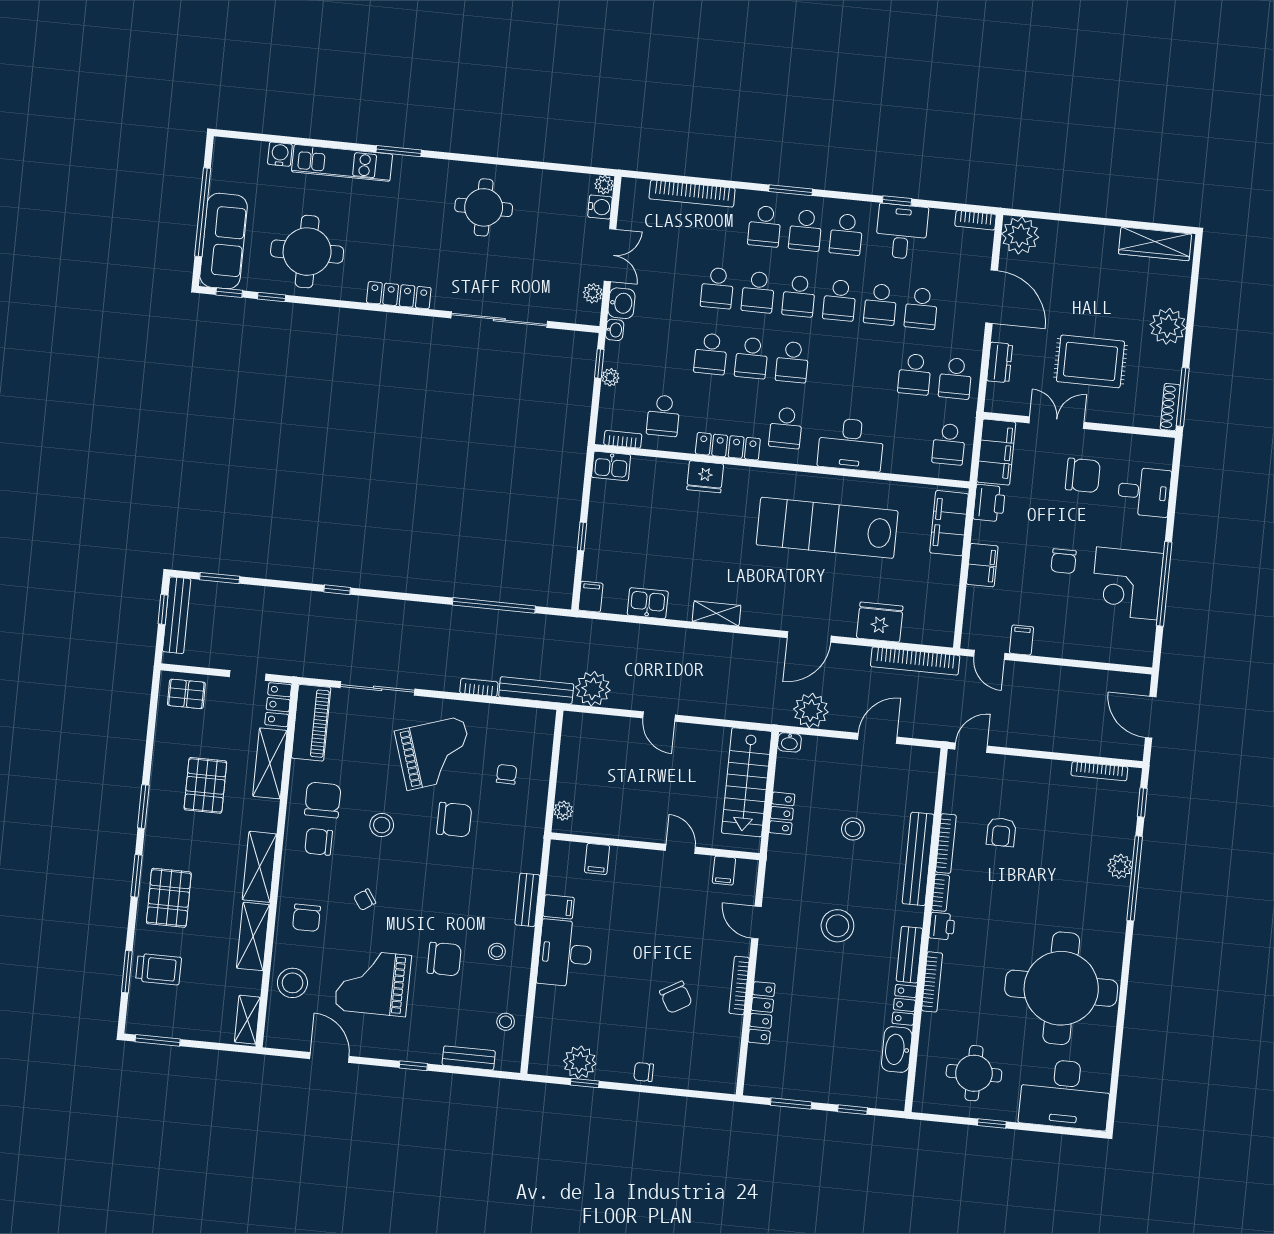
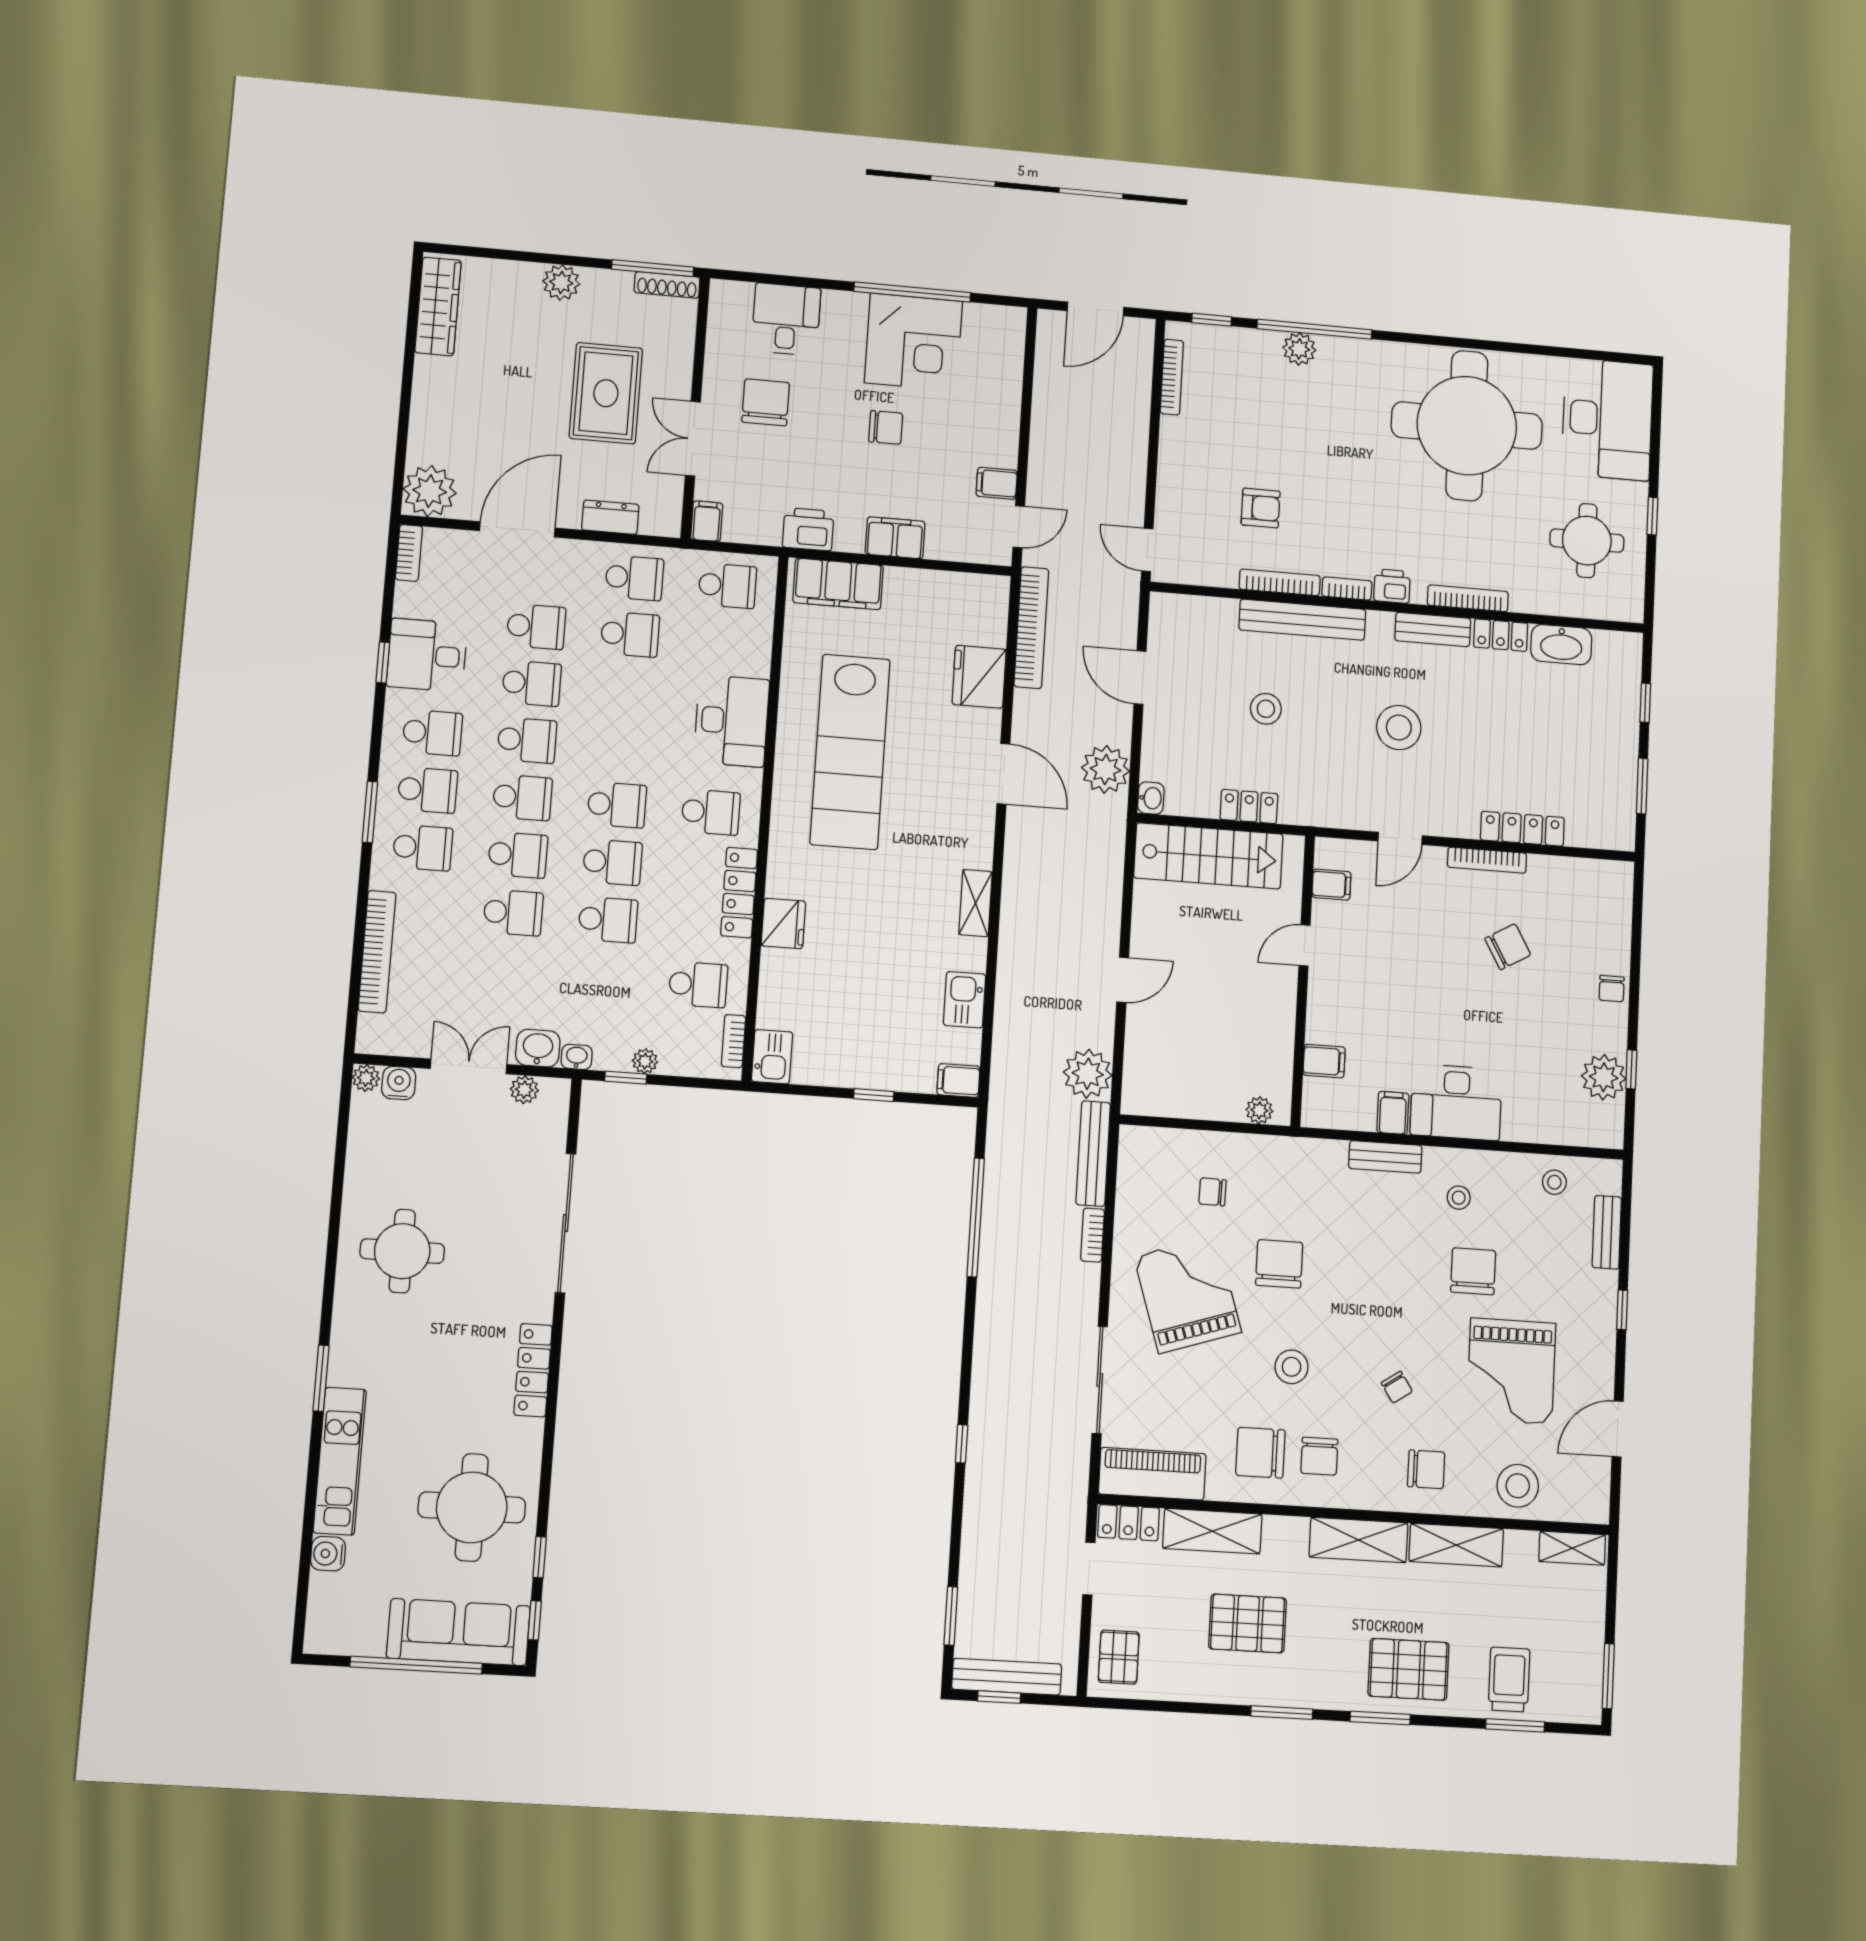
plant: (1168, 326) -> (561, 282), width x0.73, depth x0.73
filing cabinet: (996, 452) -> (707, 521), width x0.33, depth x0.86

